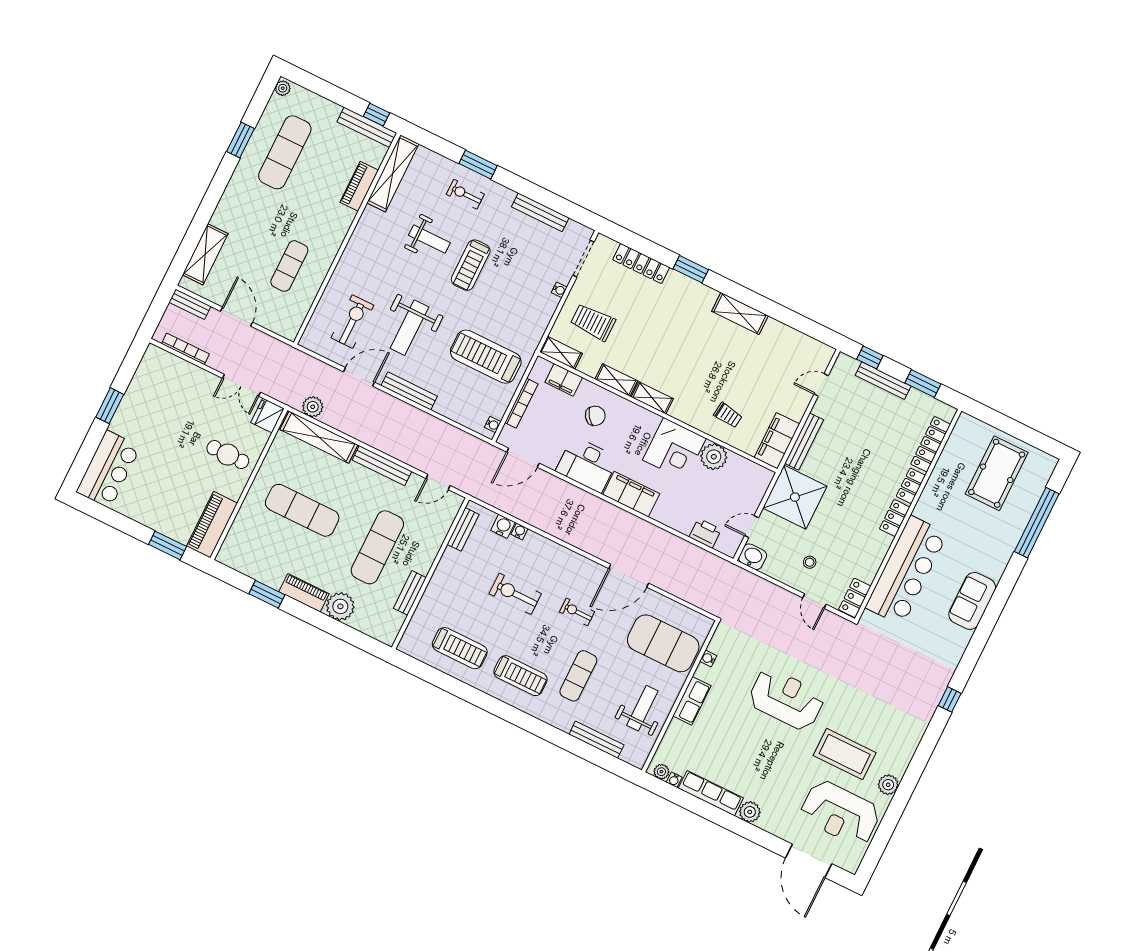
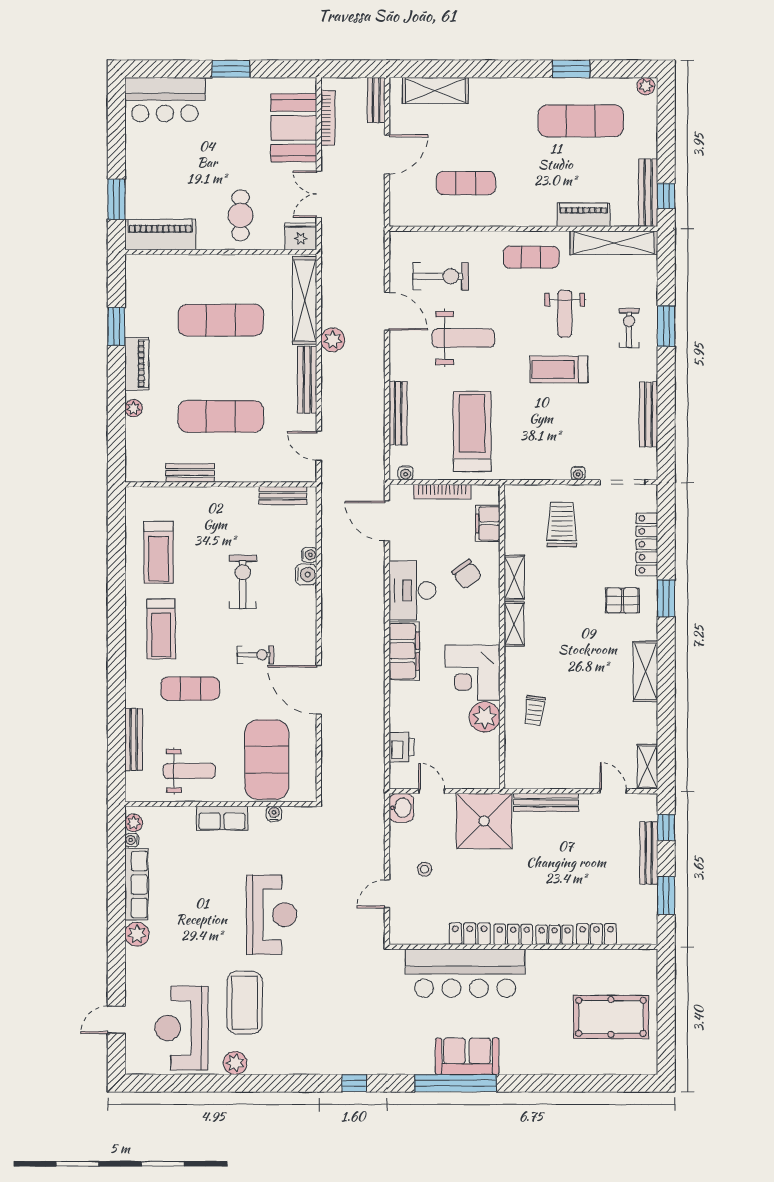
exercise mat: (372, 244) -> (531, 257), added
pallet: (676, 304) -> (622, 600), added
weight bench: (409, 328) -> (463, 338), turned 180
shelving: (561, 353) -> (647, 767), moved
booth: (180, 379) -> (294, 128), added
bench: (409, 391) -> (398, 413), moved
plant: (313, 407) -> (333, 340), moved
filing cabinet: (777, 441) -> (533, 774), removed
locker: (931, 444) -> (597, 934), width x0.66
exercise mat: (302, 510) -> (221, 320), turned 90
window: (1037, 523) -> (456, 1083), moved
water cooler: (503, 526) -> (306, 574), moved
locker: (855, 598) -> (470, 934), moved
plant: (340, 606) -> (134, 408), width x0.53, depth x0.53
exercise bike: (577, 612) -> (255, 655), turned 90
door: (809, 861) -> (116, 1020), width x0.53

